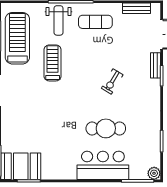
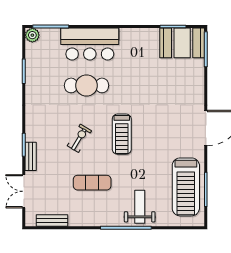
exercise mat: (95, 22) -> (92, 183), moved
treadmill: (53, 63) -> (122, 134), moved

